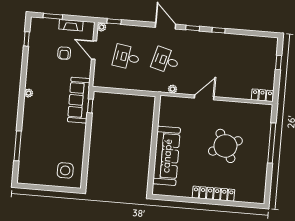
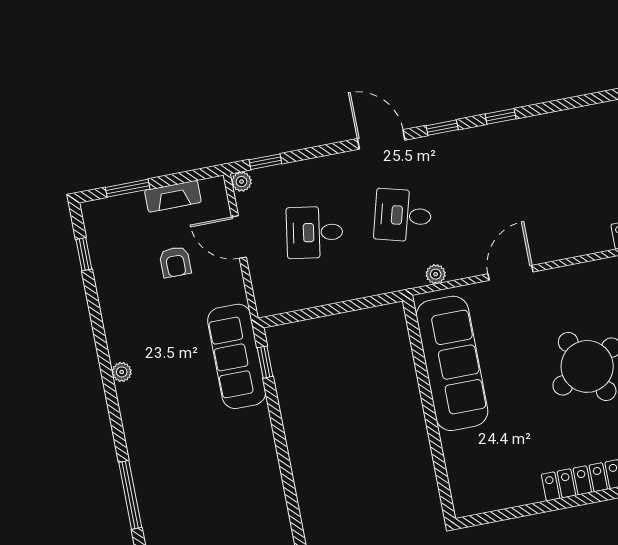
sofa: (167, 156) -> (452, 363), moved
side table: (65, 170) -> (250, 519), removed

